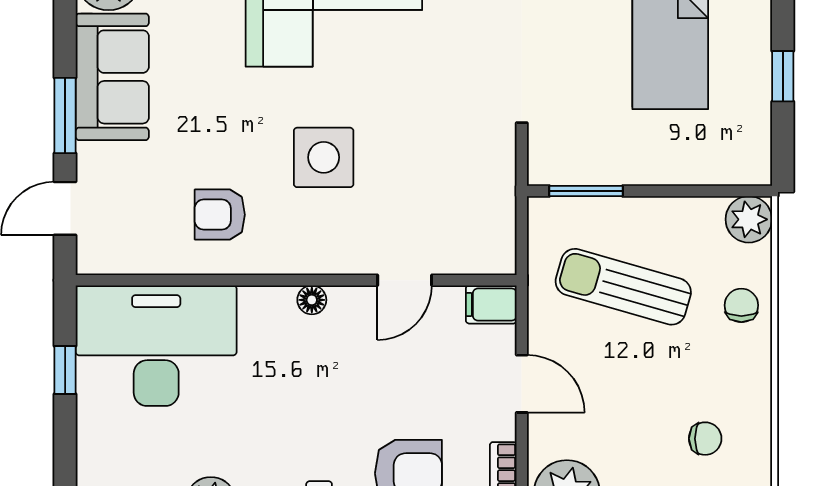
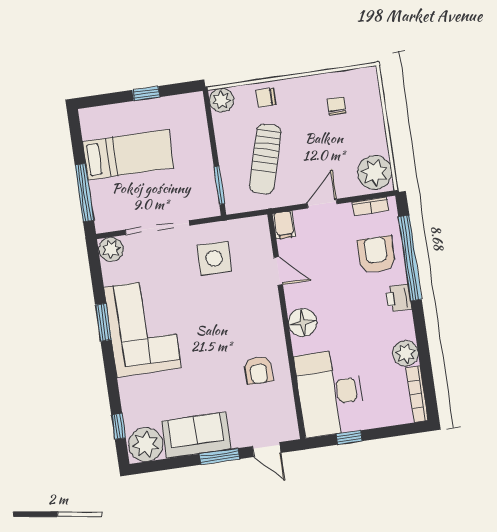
side table: (324, 157) -> (214, 258), moved
floor lamp: (312, 300) -> (303, 322), width x1.89, depth x1.89

